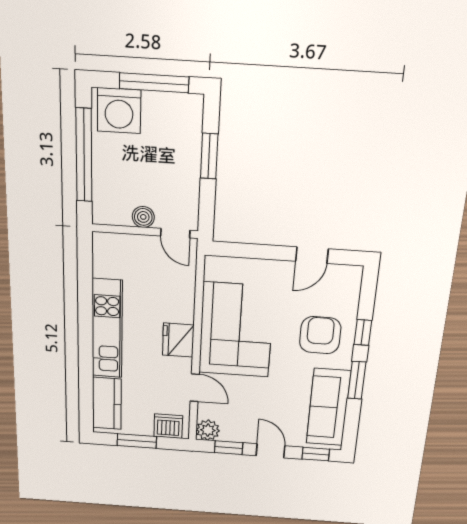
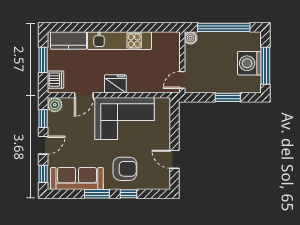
washing machine: (119, 111) -> (249, 63), moved
boiler: (143, 217) -> (191, 38), moved

